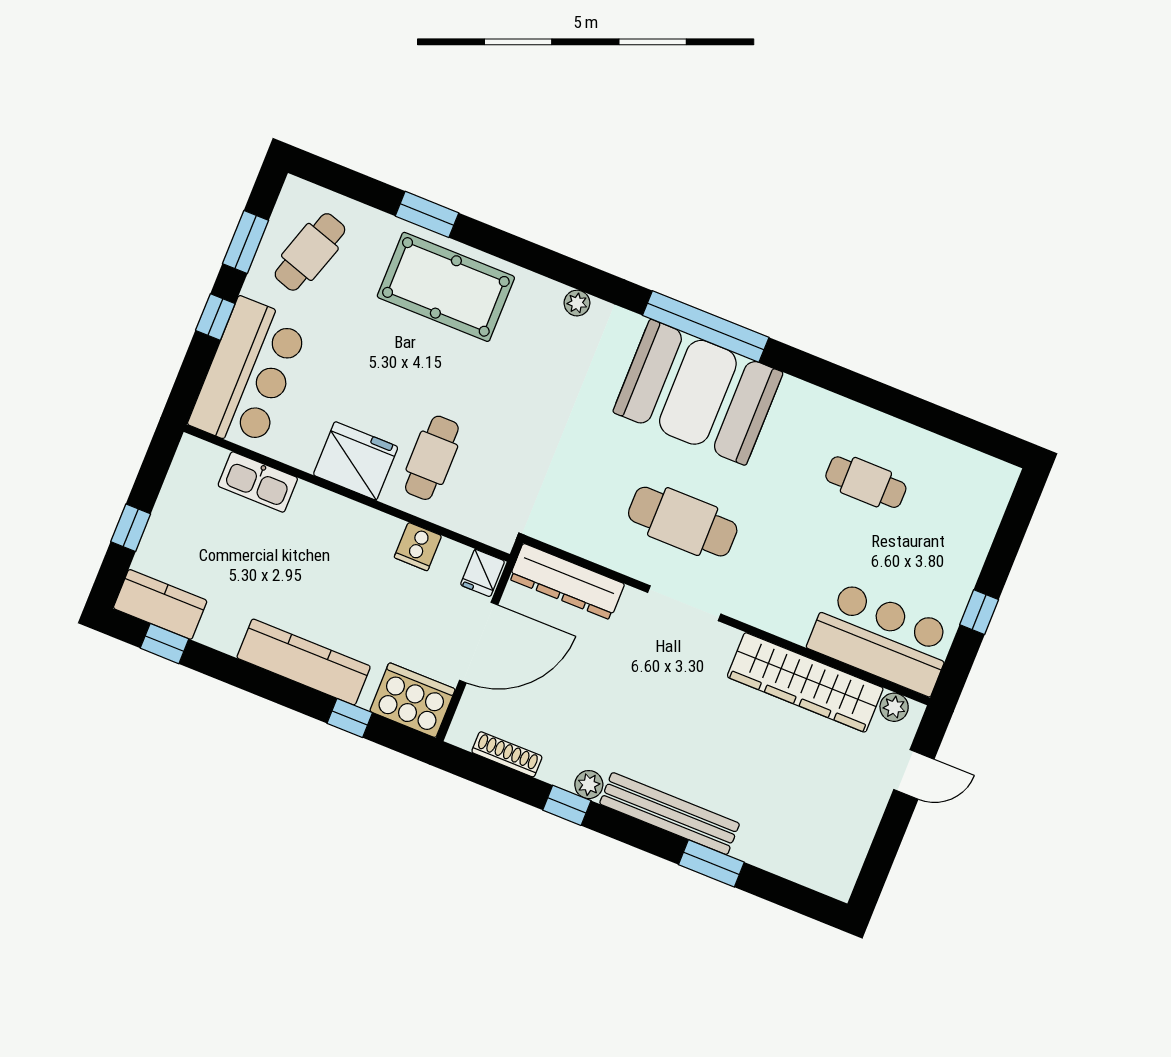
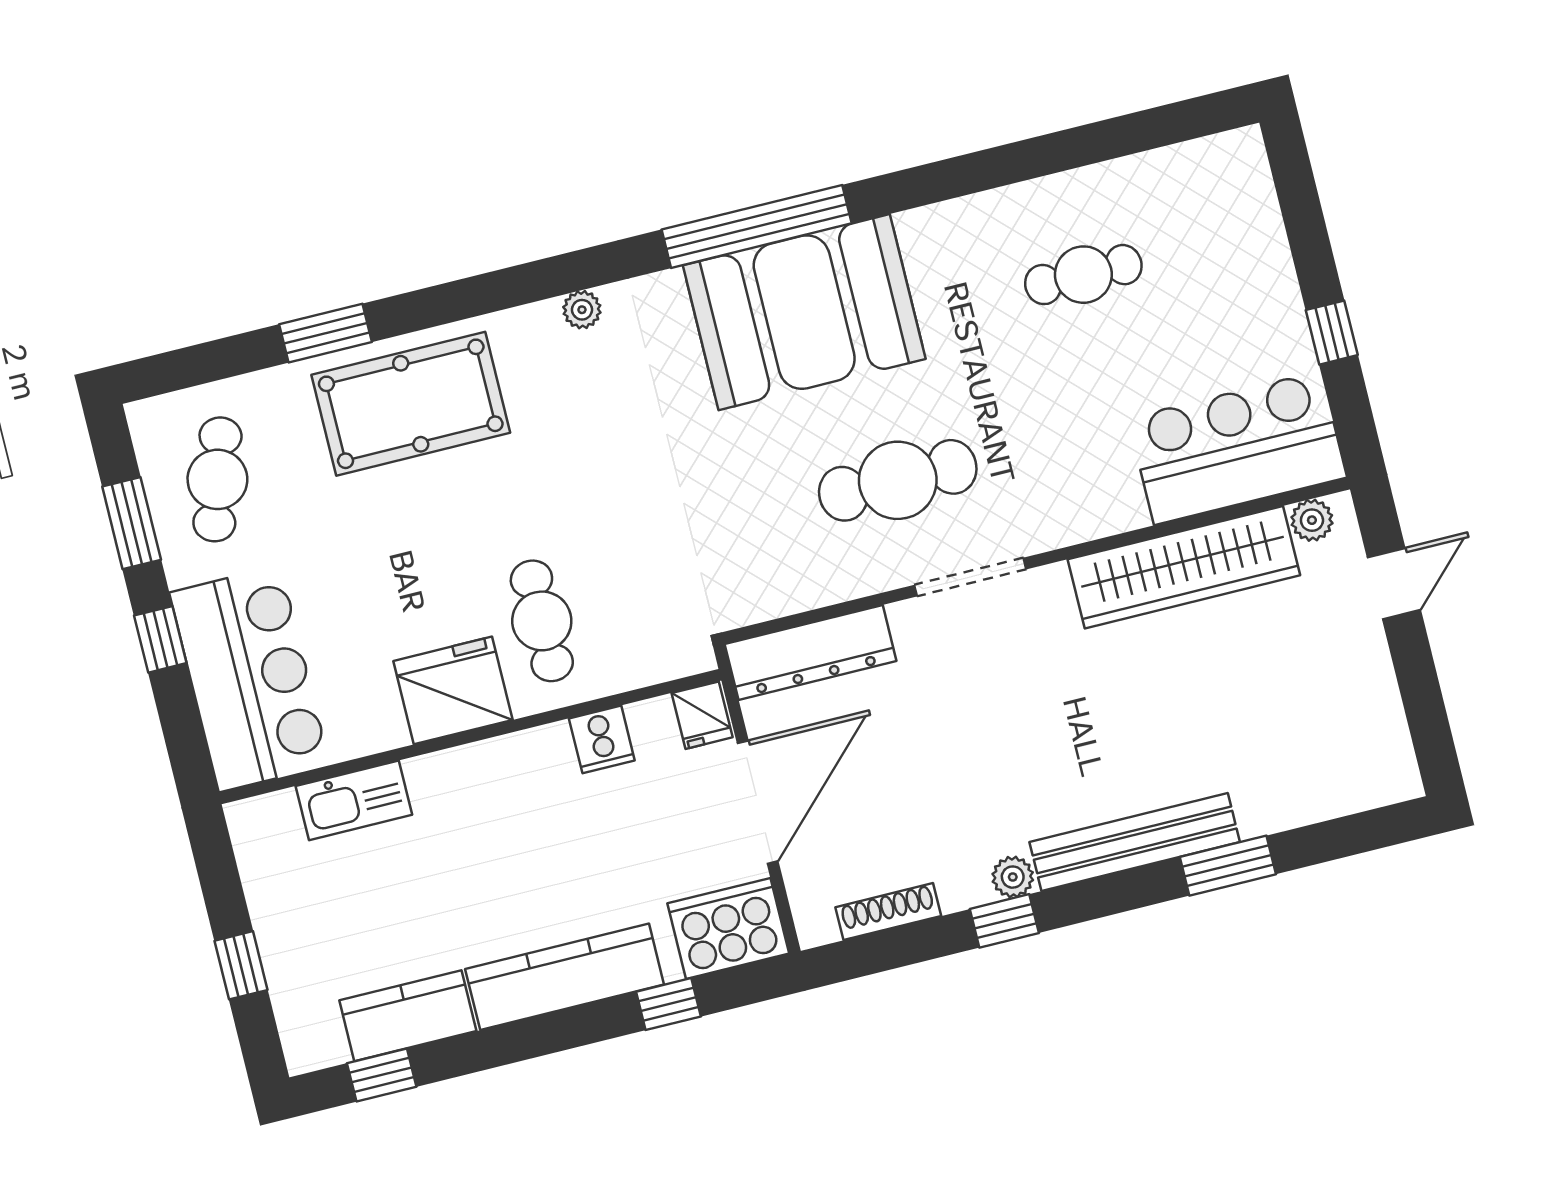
kitchen counter: (160, 604) -> (408, 1016), moved

